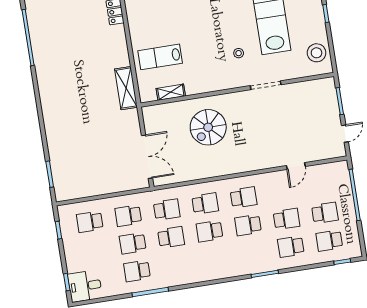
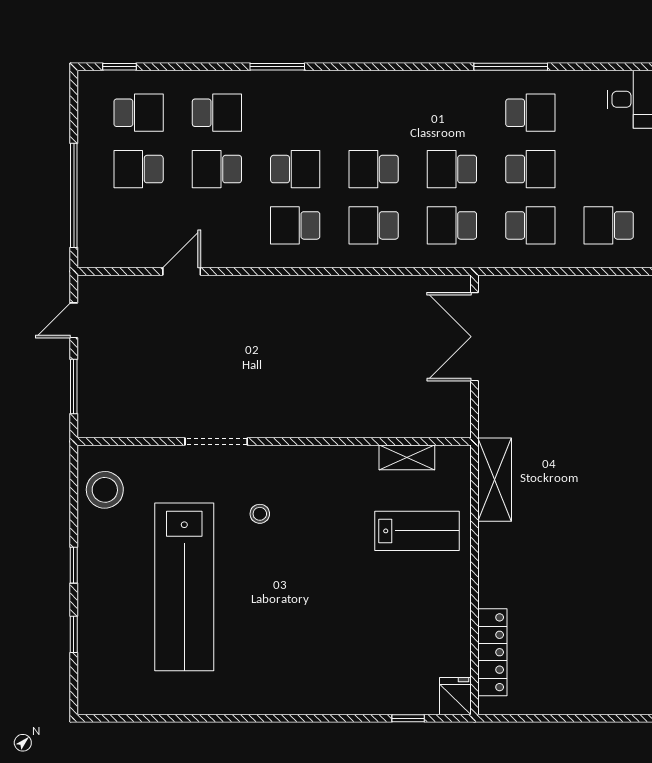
spiral stairs: (208, 127) -> (344, 376), removed
school desk: (90, 222) -> (609, 225), turned 180
school desk: (210, 231) -> (374, 169), turned 180

